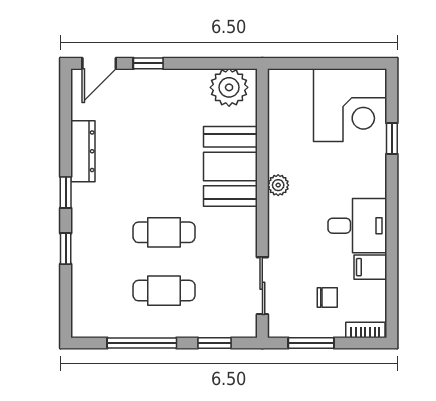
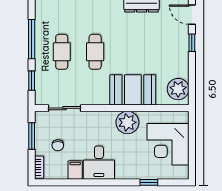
corner desk: (350, 105) -> (168, 144), moved
plant: (278, 185) -> (127, 122), width x1.87, depth x1.87

